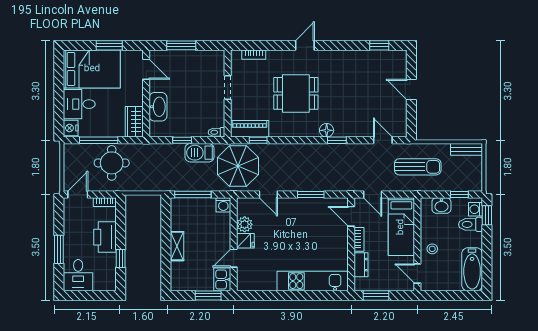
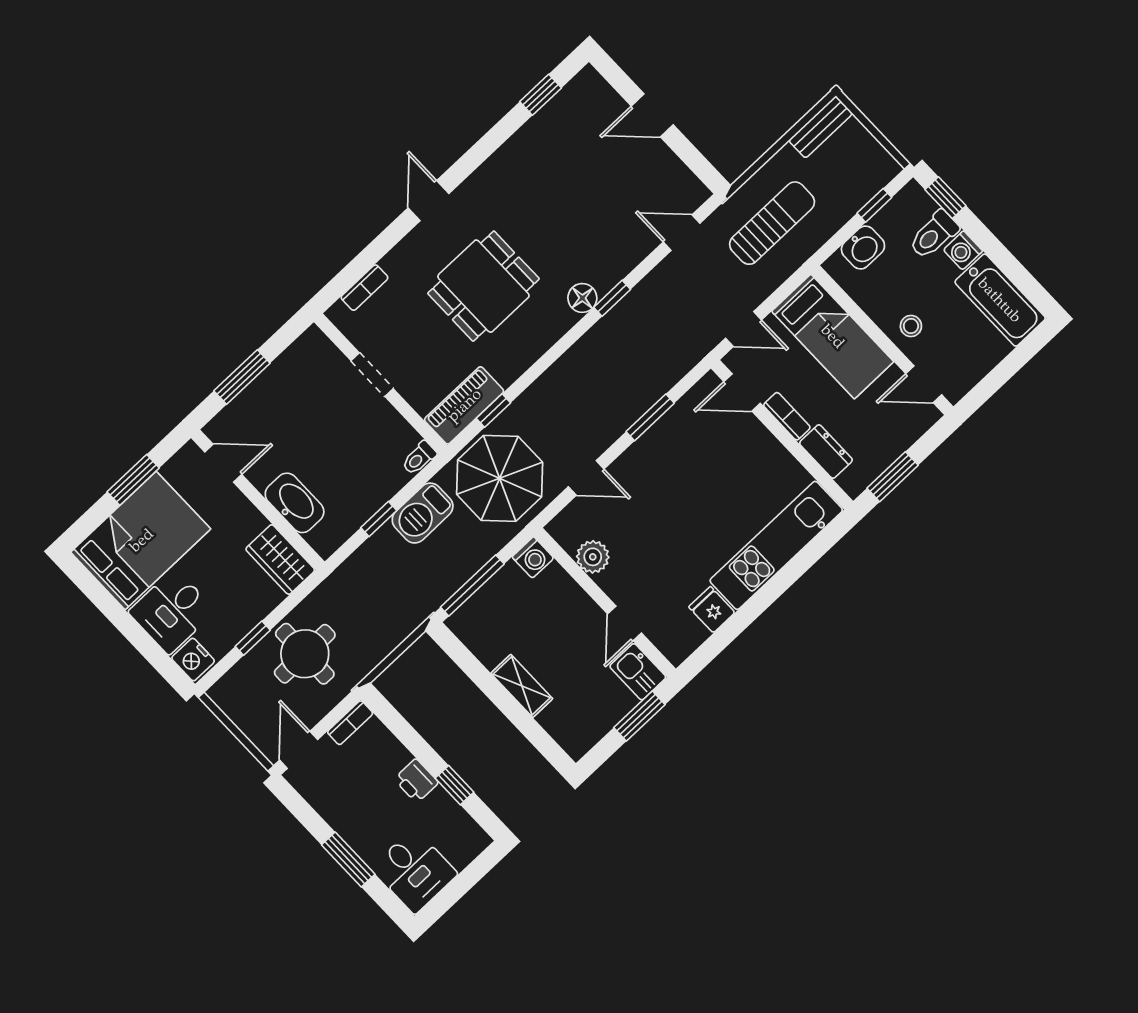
window: (99, 140) -> (253, 638), width x0.46
washing machine: (475, 209) -> (963, 250), moved
printer: (105, 237) -> (416, 781), width x0.53, depth x0.68
fridge: (245, 241) -> (712, 610), moved, turned -90

